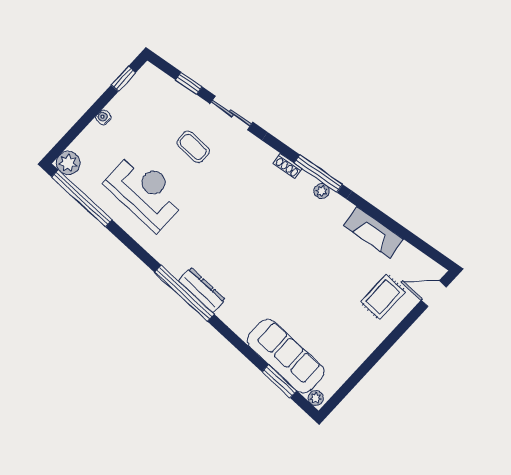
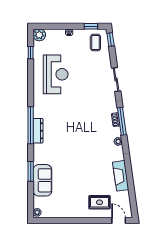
window: (189, 83) -> (111, 39), moved
coffee table: (193, 147) -> (95, 42), moved
window: (318, 174) -> (122, 121), moved
window: (82, 198) -> (31, 53), width x0.32
sofa: (286, 356) -> (42, 180), width x0.73
window: (279, 381) -> (31, 171), moved

